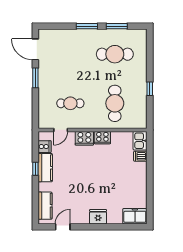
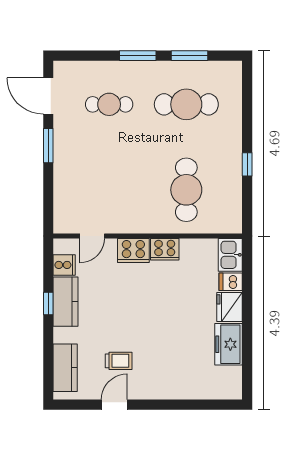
cafe table: (70, 103) -> (109, 104), moved
trolley: (76, 202) -> (119, 361), added
freezer: (135, 216) -> (229, 344), moved, turned -90
fridge: (98, 217) -> (230, 307), moved, turned -90
door: (63, 227) -> (114, 405), moved

